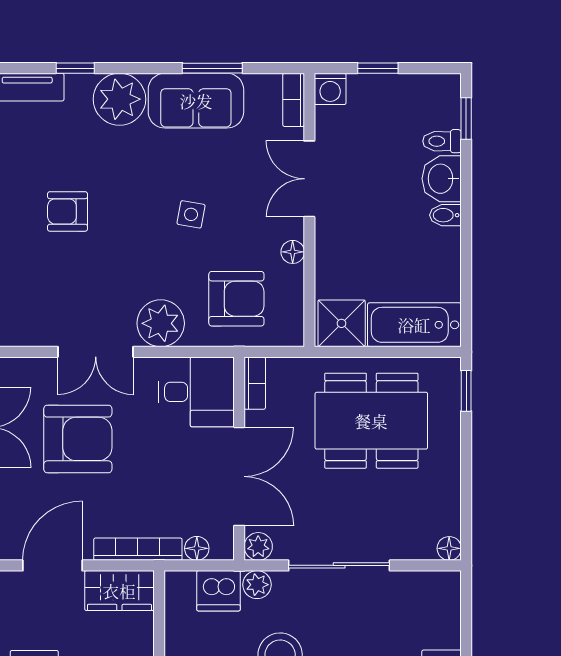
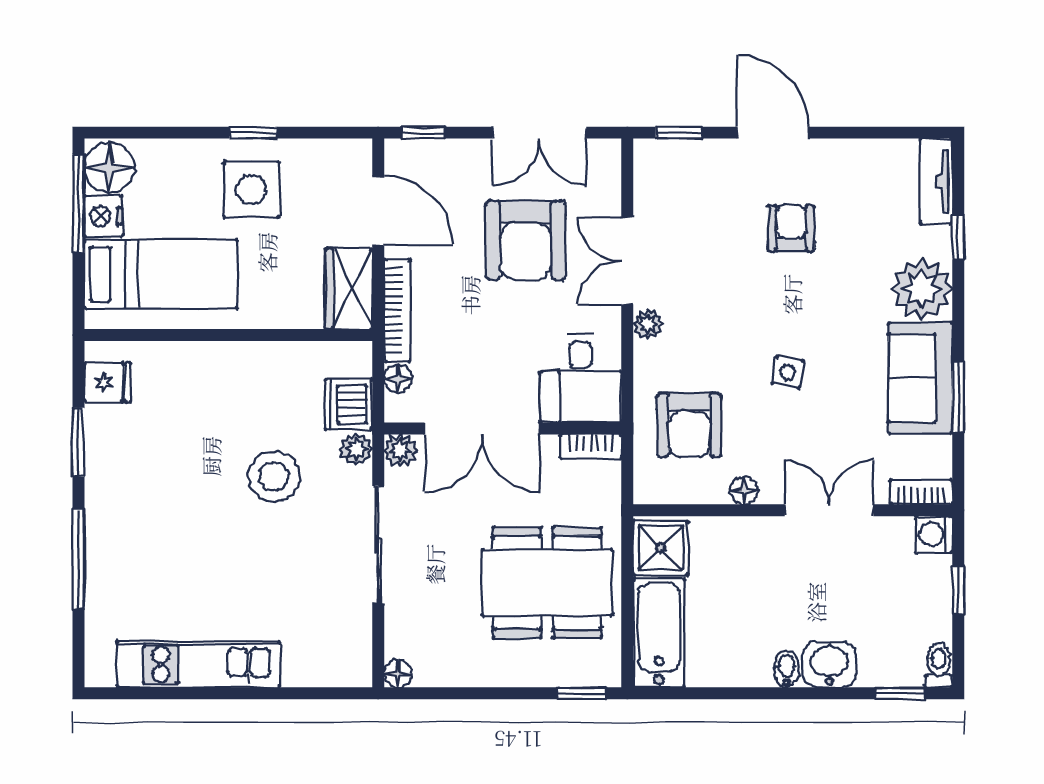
toilet: (442, 141) -> (939, 665), moved
plant: (161, 323) -> (648, 324), width x0.53, depth x0.53
dining table: (371, 421) -> (547, 583), turned 90

